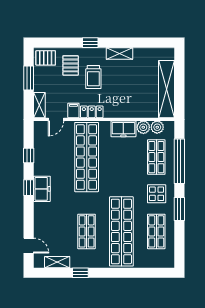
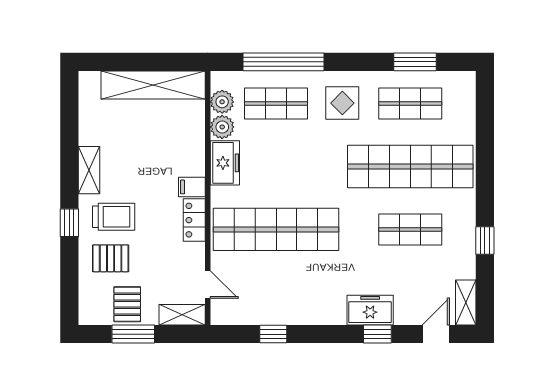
pallet: (46, 58) -> (127, 304), moved
trolley: (93, 77) -> (114, 217), moved
filing cabinet: (73, 110) -> (192, 187), moved
window: (29, 188) -> (377, 334), moved
freezer: (42, 189) -> (370, 310), moved
window: (179, 209) -> (415, 62), moved
shelving: (57, 262) -> (466, 302), moved

